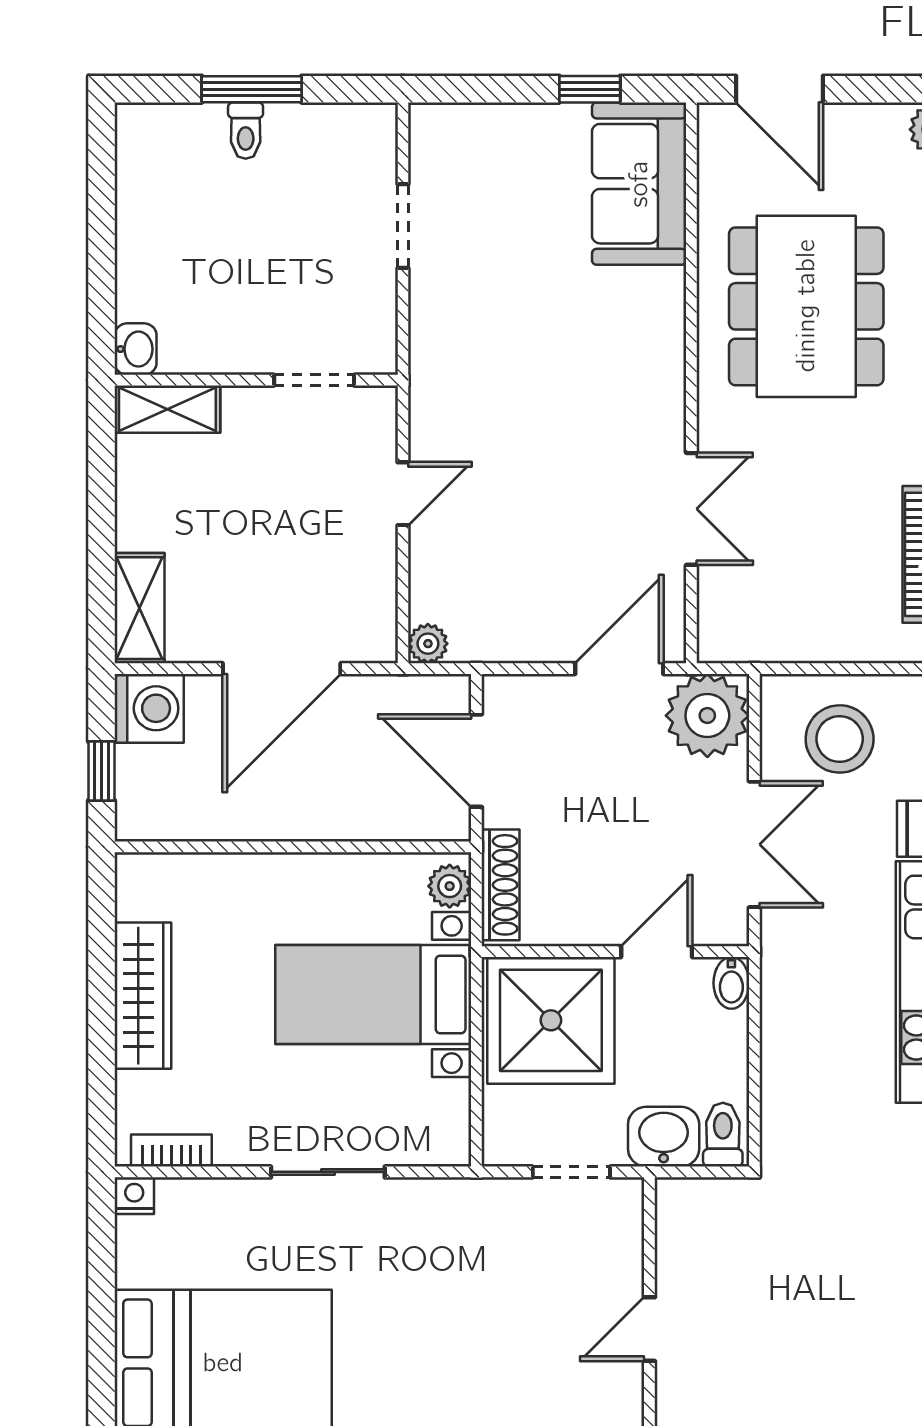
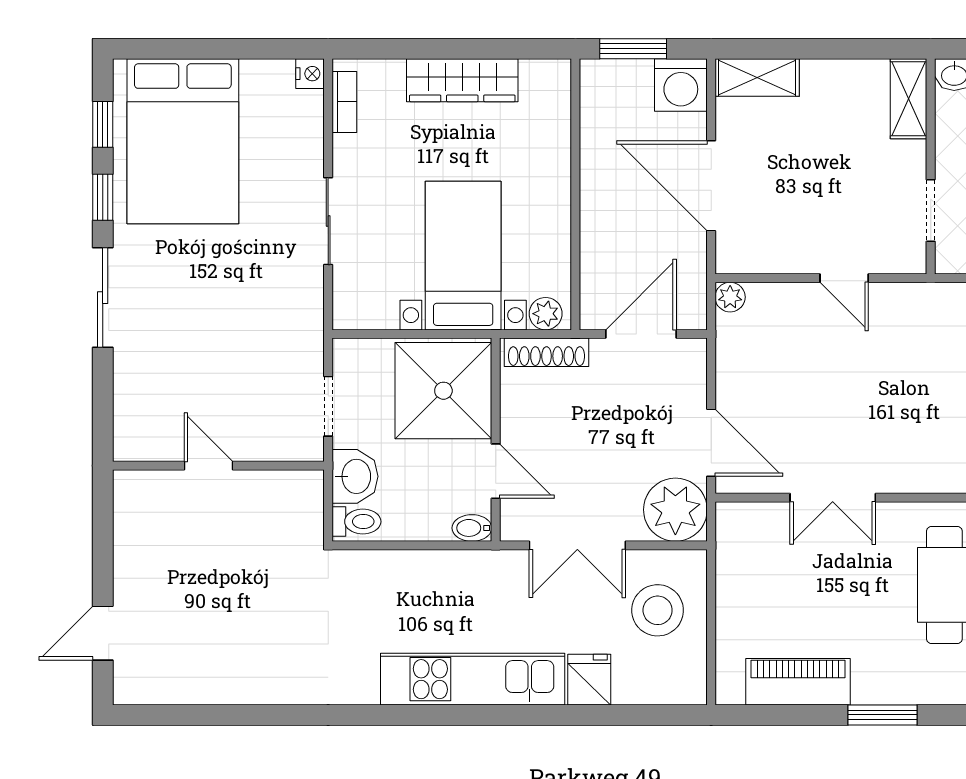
window: (102, 771) -> (633, 49), width x1.50

